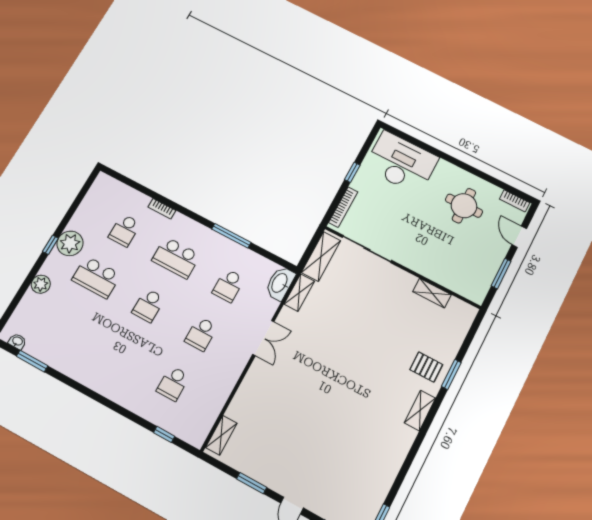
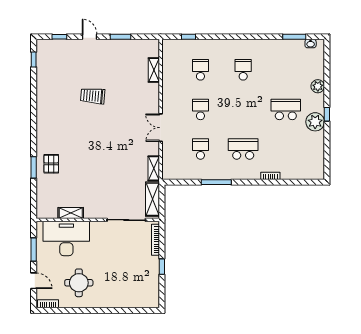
desk: (401, 163) -> (66, 238), moved, turned 180
school desk: (125, 230) -> (286, 149), removed
washbasin: (280, 283) -> (169, 168), removed
school desk: (148, 305) -> (243, 70), moved
pallet: (426, 367) -> (51, 164), turned 90
shelving: (420, 410) -> (42, 135), removed
trolley: (329, 425) -> (93, 96), added
shelving: (221, 435) -> (154, 70), moved

